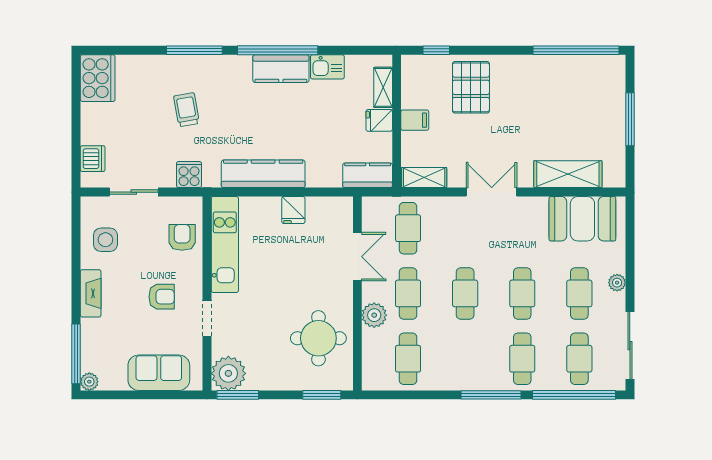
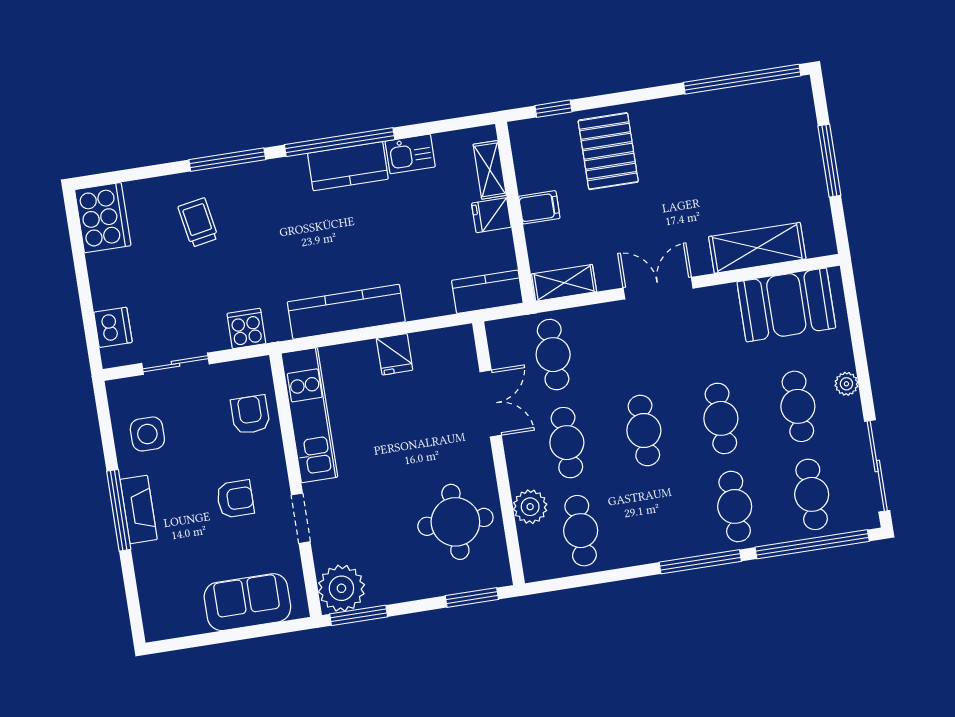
trolley: (186, 110) -> (198, 222), moved
plant: (374, 315) -> (530, 507), moved
window: (76, 354) -> (119, 510), moved
plant: (89, 382) -> (156, 629), removed

